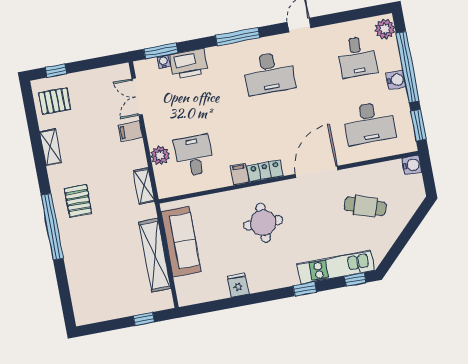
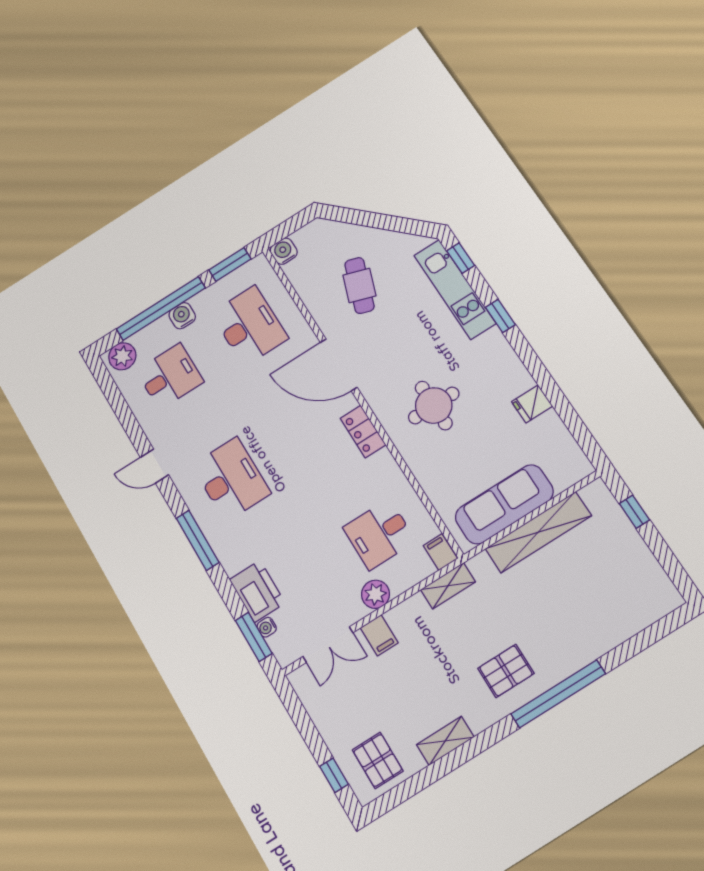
plant: (160, 155) -> (375, 594), moved
filing cabinet: (239, 174) -> (440, 552), moved, turned 90

